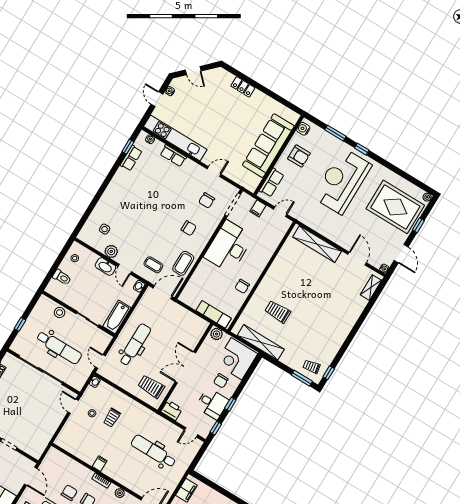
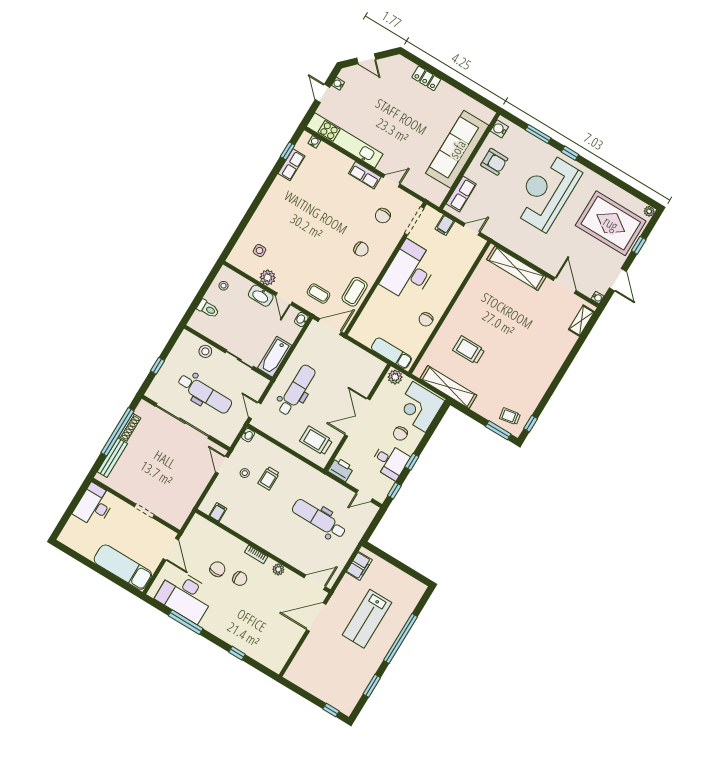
row of seats: (173, 156) -> (365, 175), moved
filing cabinet: (100, 464) -> (218, 512), moved

